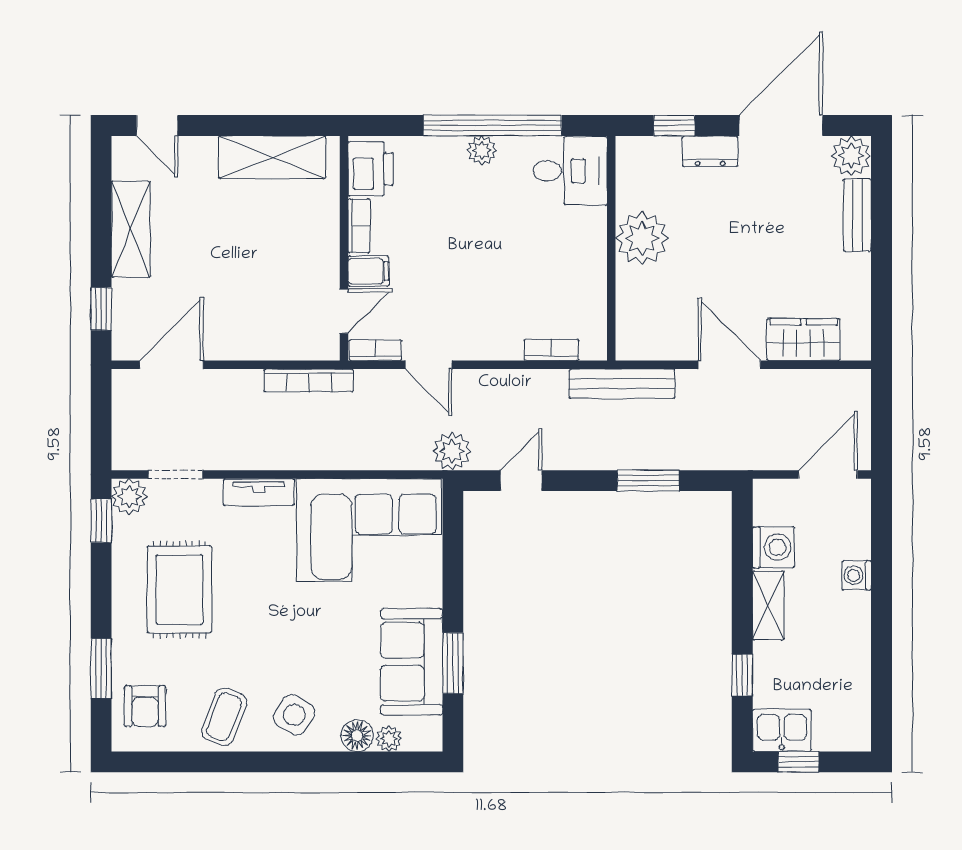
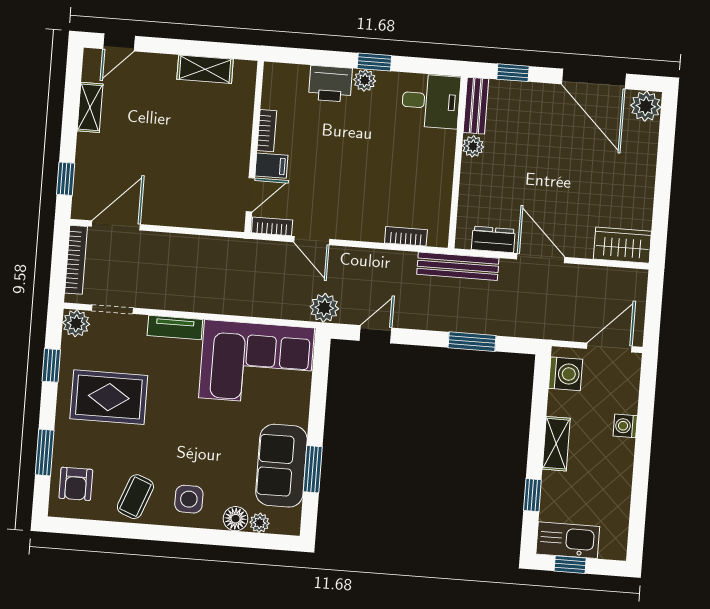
door: (157, 126) -> (119, 42), hinge flipped
window: (493, 126) -> (374, 62), width x0.32
door: (781, 126) -> (594, 79), swing flipped
dresser: (710, 151) -> (493, 239), moved, turned 180
shelving: (272, 157) -> (205, 69), width x0.67, depth x0.75
printer: (371, 169) -> (330, 84), moved, turned 90
bench: (857, 215) -> (476, 106), moved
shelving: (131, 229) -> (90, 107), width x0.67, depth x0.75
plant: (642, 238) -> (473, 146), width x0.53, depth x0.53
wardrobe: (804, 340) -> (622, 245), moved
bookcase: (309, 380) -> (76, 260), moved, turned -90
window: (101, 521) -> (51, 365), moved
washing machine: (773, 547) -> (566, 374), moved
rug: (179, 590) -> (109, 397), turned 90
side table: (294, 715) -> (189, 499), turned -32
kitchen sink: (782, 730) -> (568, 540), width x1.38

